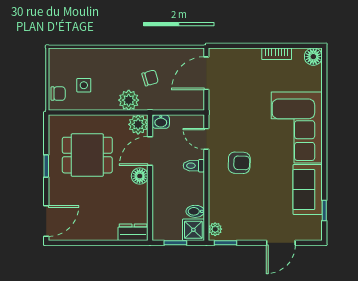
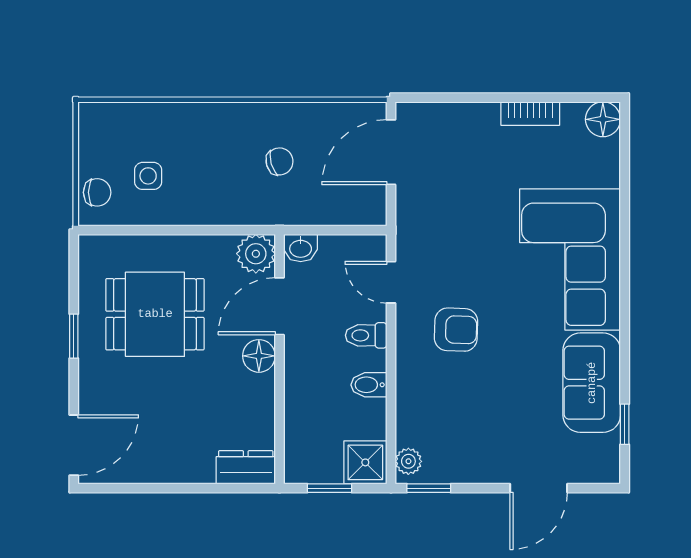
plant: (129, 100) -> (237, 206), removed
bidet: (195, 211) -> (369, 385), moved

